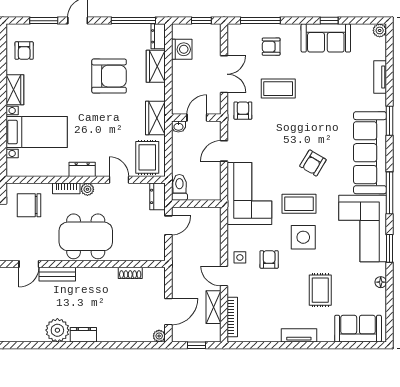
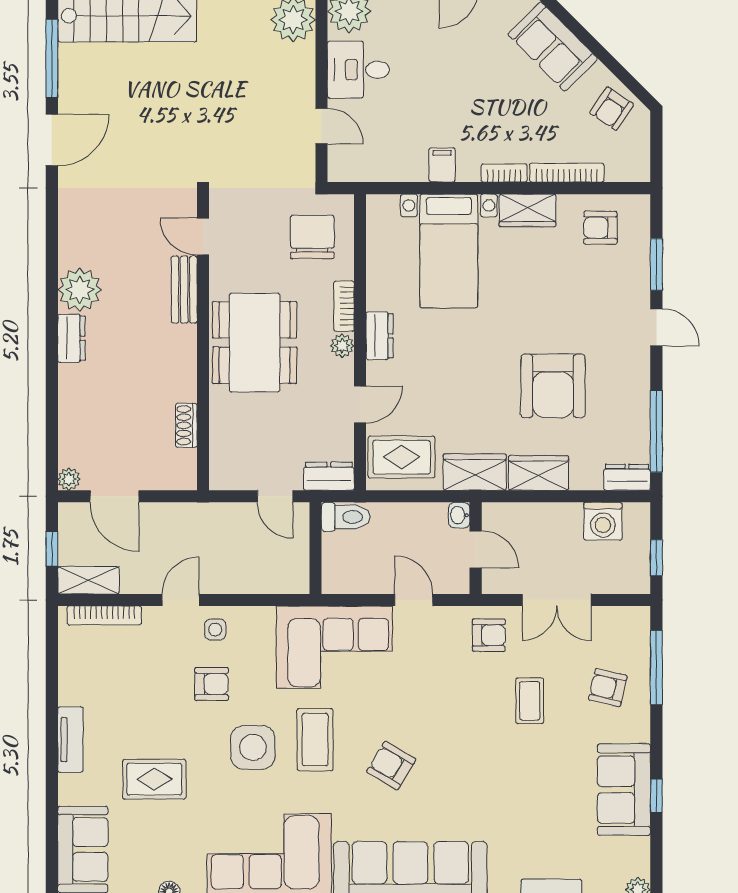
armchair: (271, 47) -> (608, 688), turned -77
wardrobe: (156, 66) -> (539, 473), moved
coffee table: (278, 89) -> (530, 701), width x0.73, depth x0.77
shelving: (213, 307) -> (88, 580), moved

